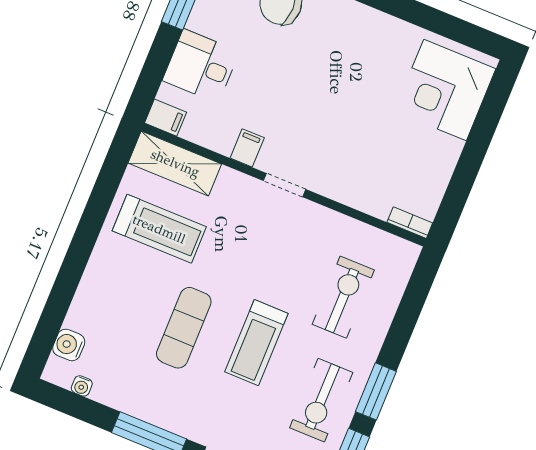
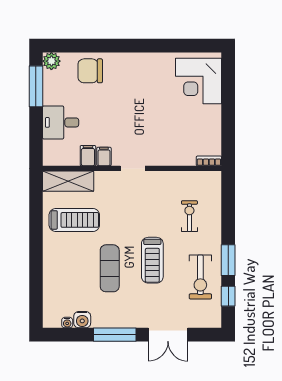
filing cabinet: (166, 118) -> (88, 156), moved, turned -90
exercise bike: (343, 297) -> (189, 216), width x0.73, depth x0.72
water cooler: (69, 345) -> (82, 320), moved, turned -90

